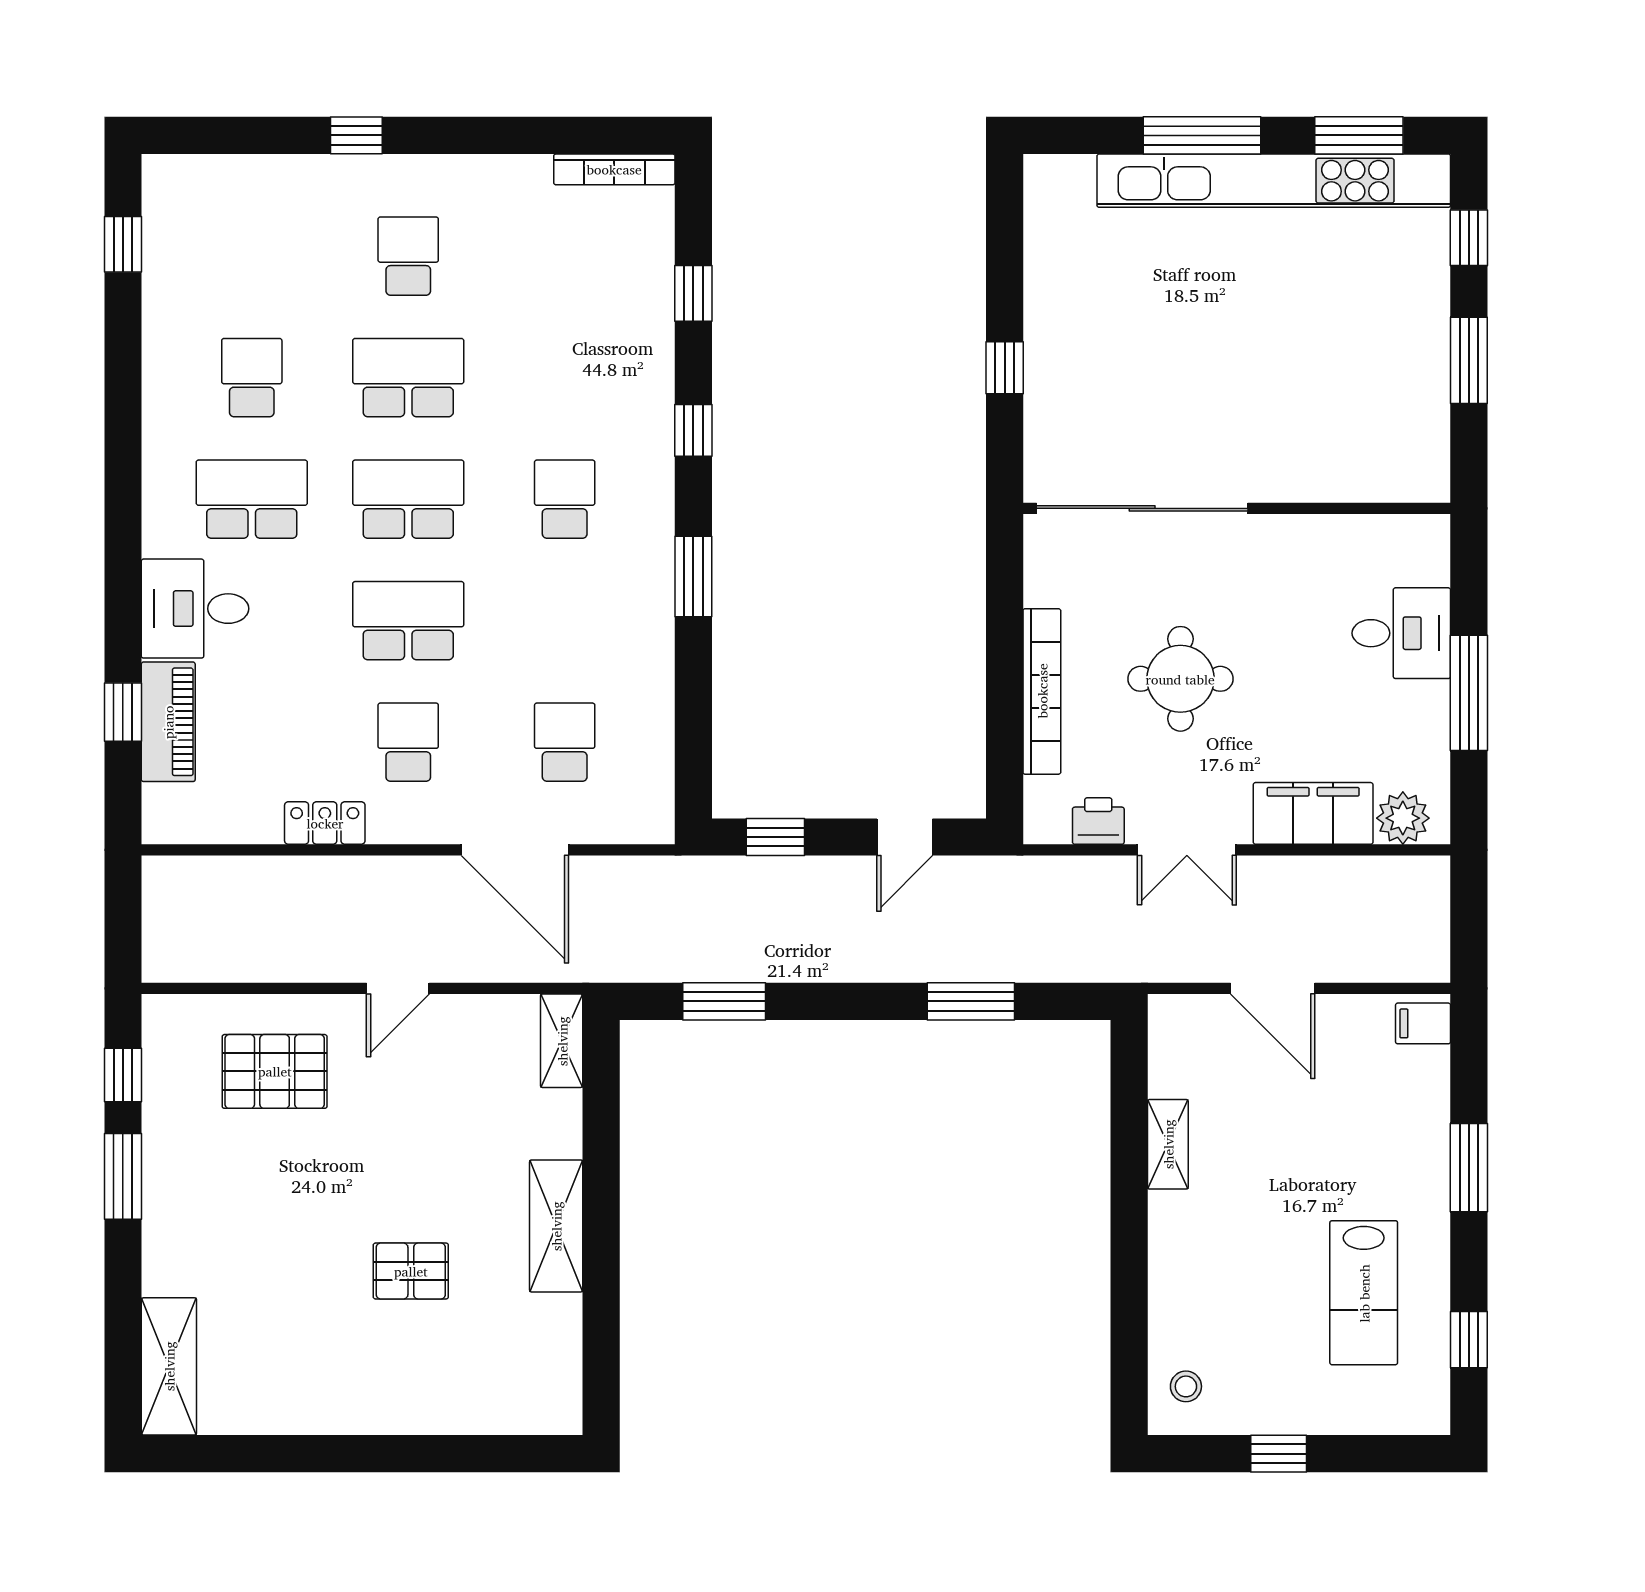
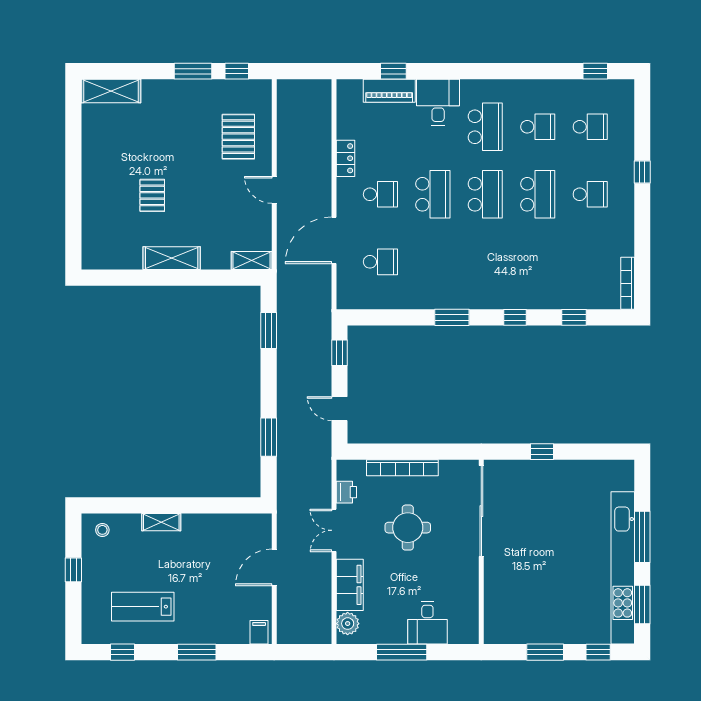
school desk: (565, 499) -> (590, 127), moved
shelving: (1168, 1144) -> (161, 522), moved

